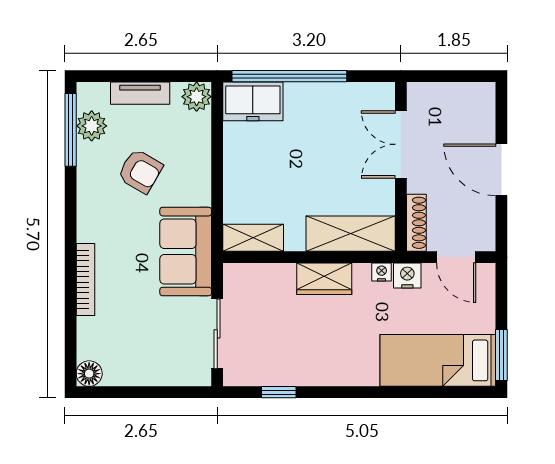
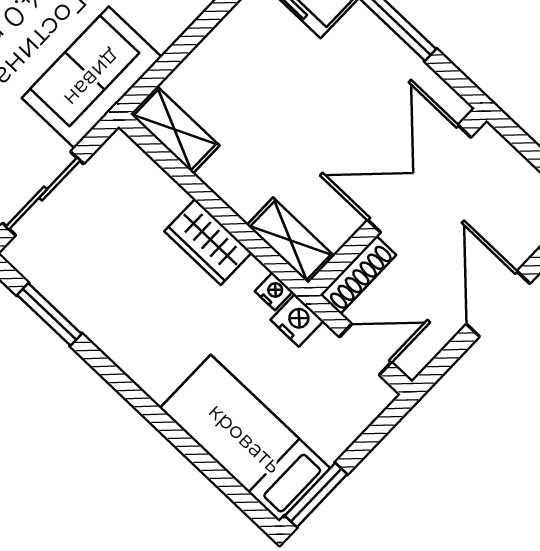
double door: (401, 144) -> (419, 179), width x1.37
shelving: (351, 234) -> (291, 241), width x0.67, depth x0.75
door: (456, 257) -> (366, 349), swing flipped
window: (279, 392) -> (49, 314), width x1.50

